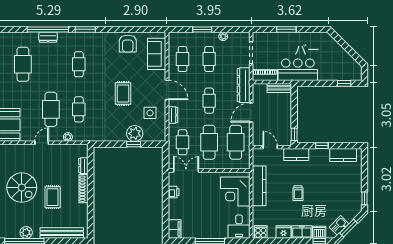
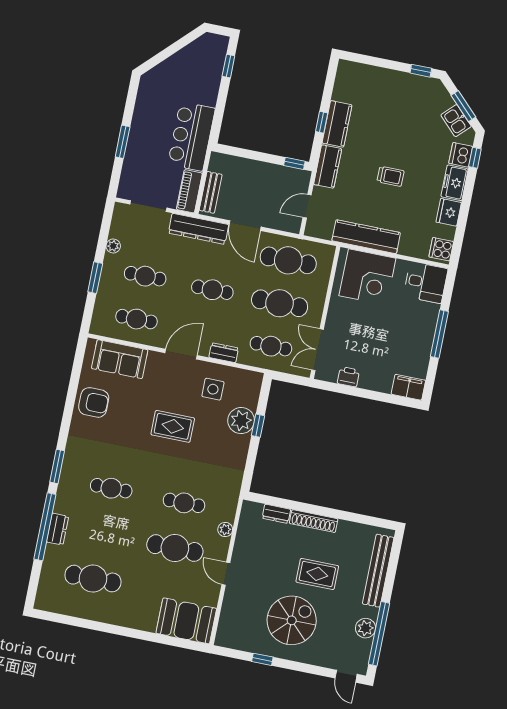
bench: (279, 88) -> (211, 192), moved
kitchen counter: (343, 155) -> (337, 124), moved

